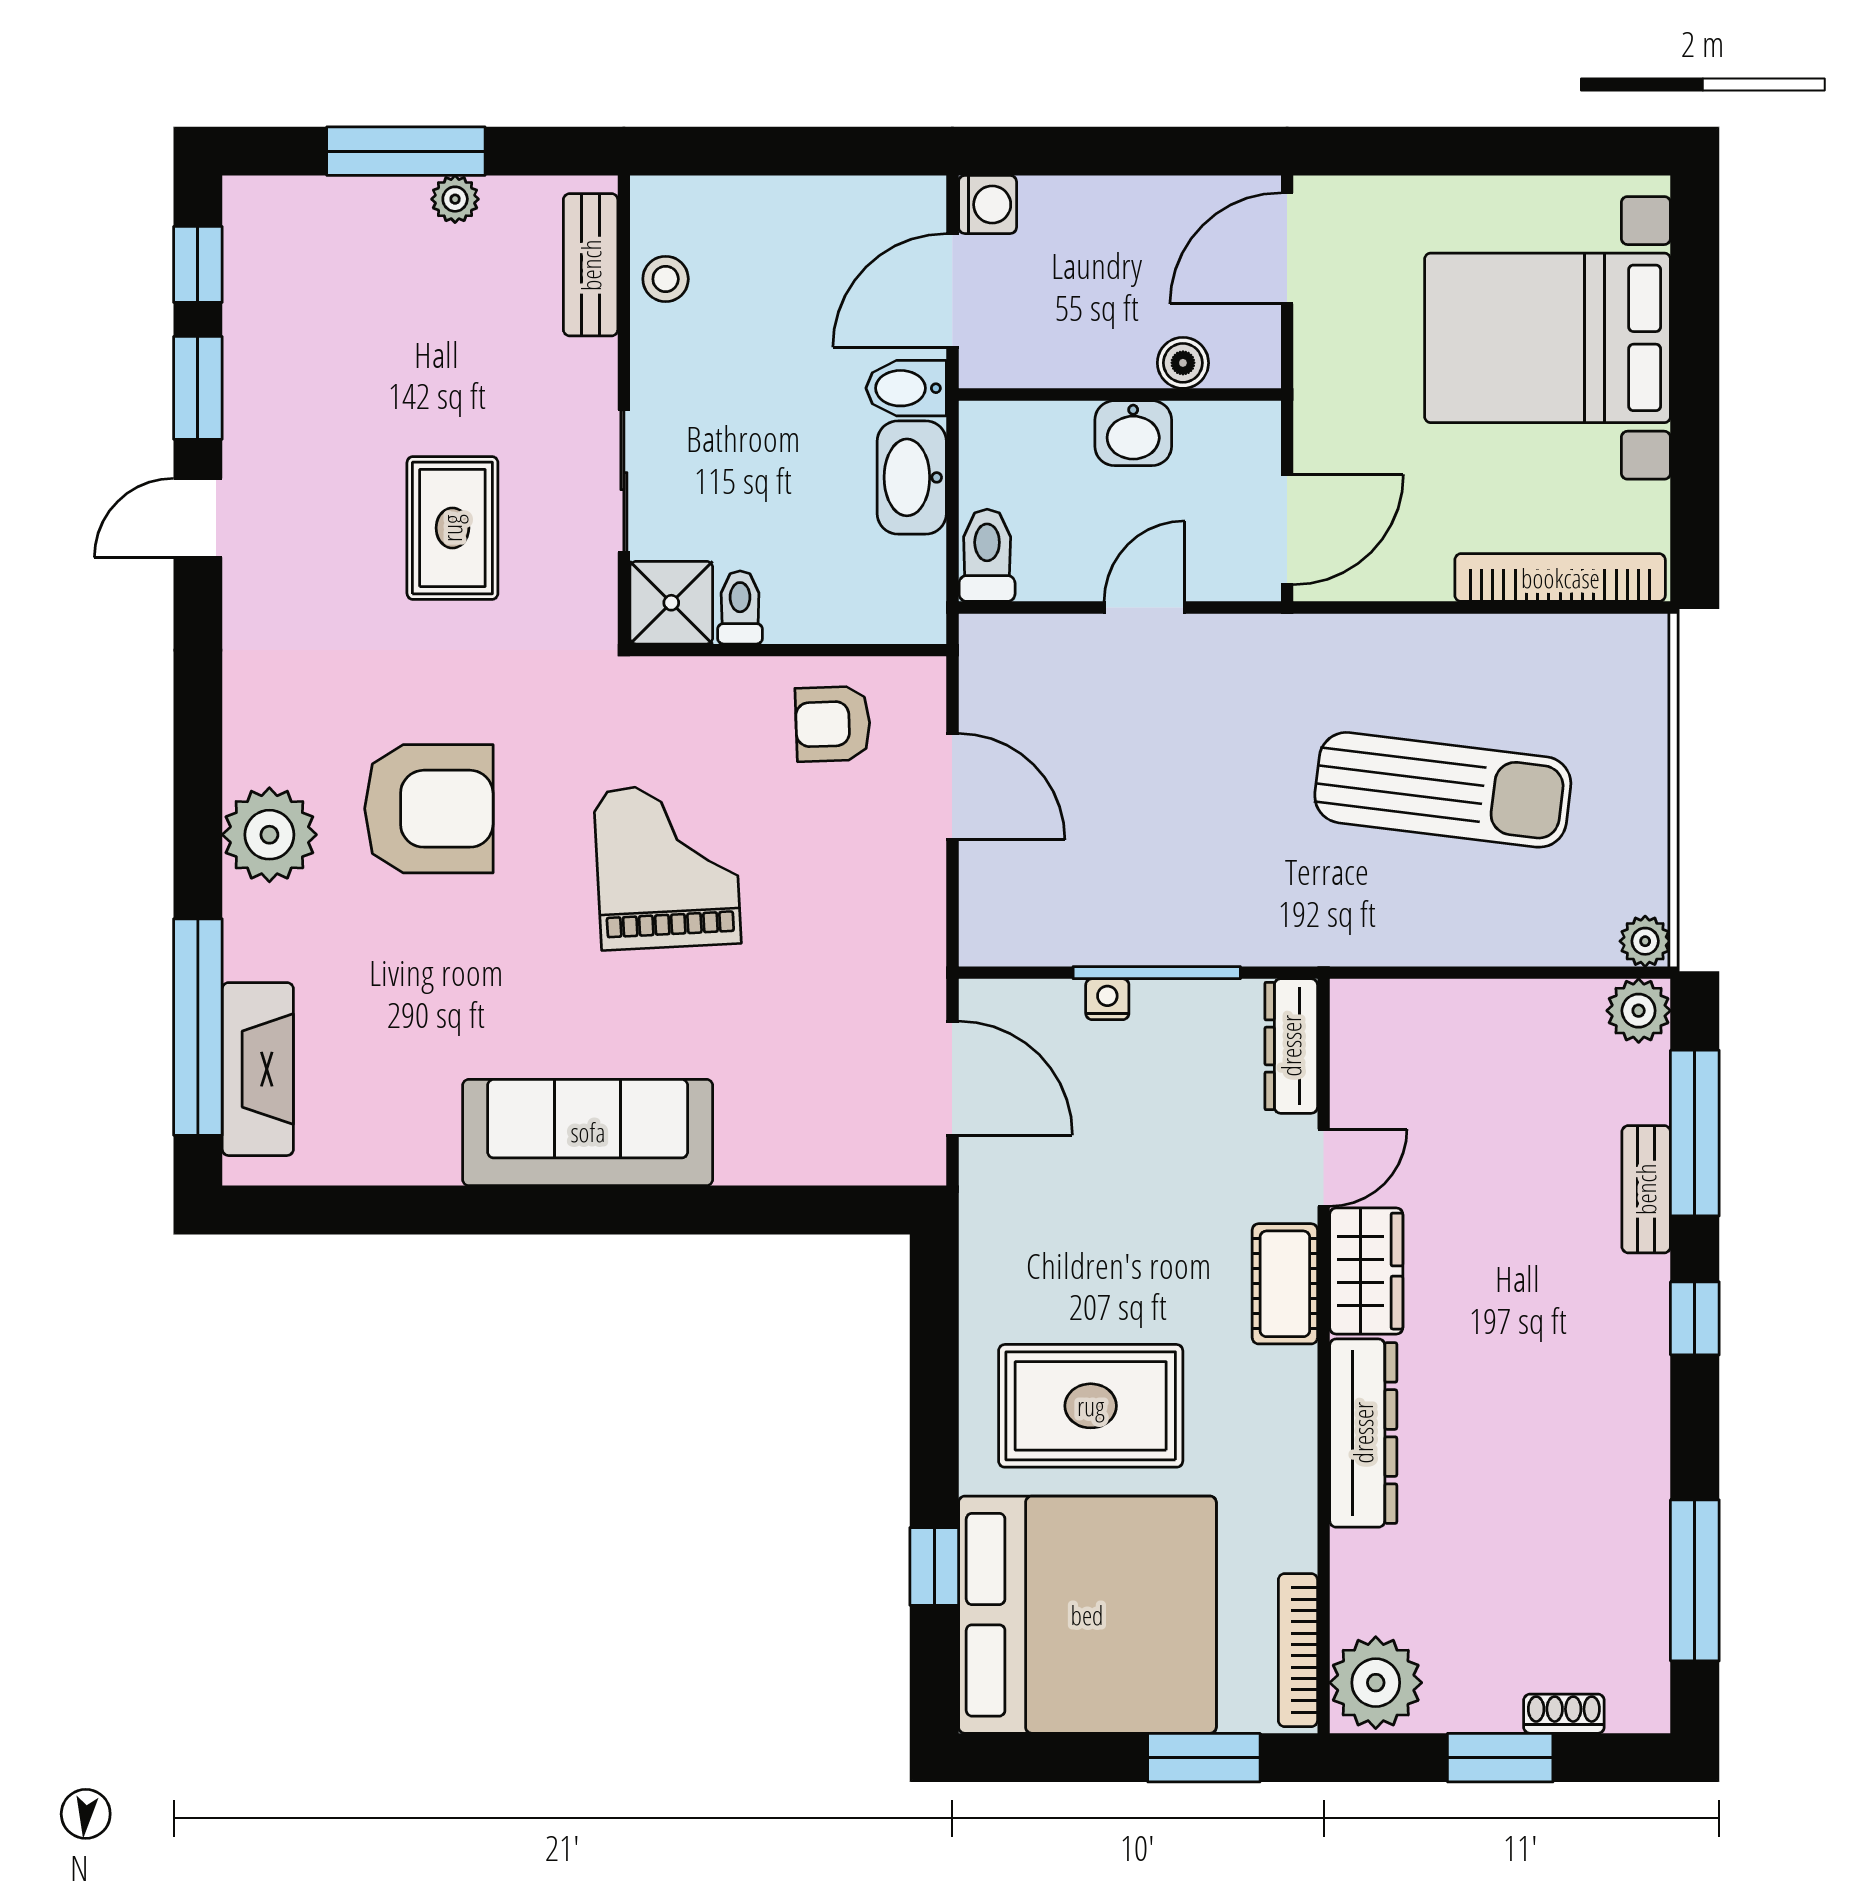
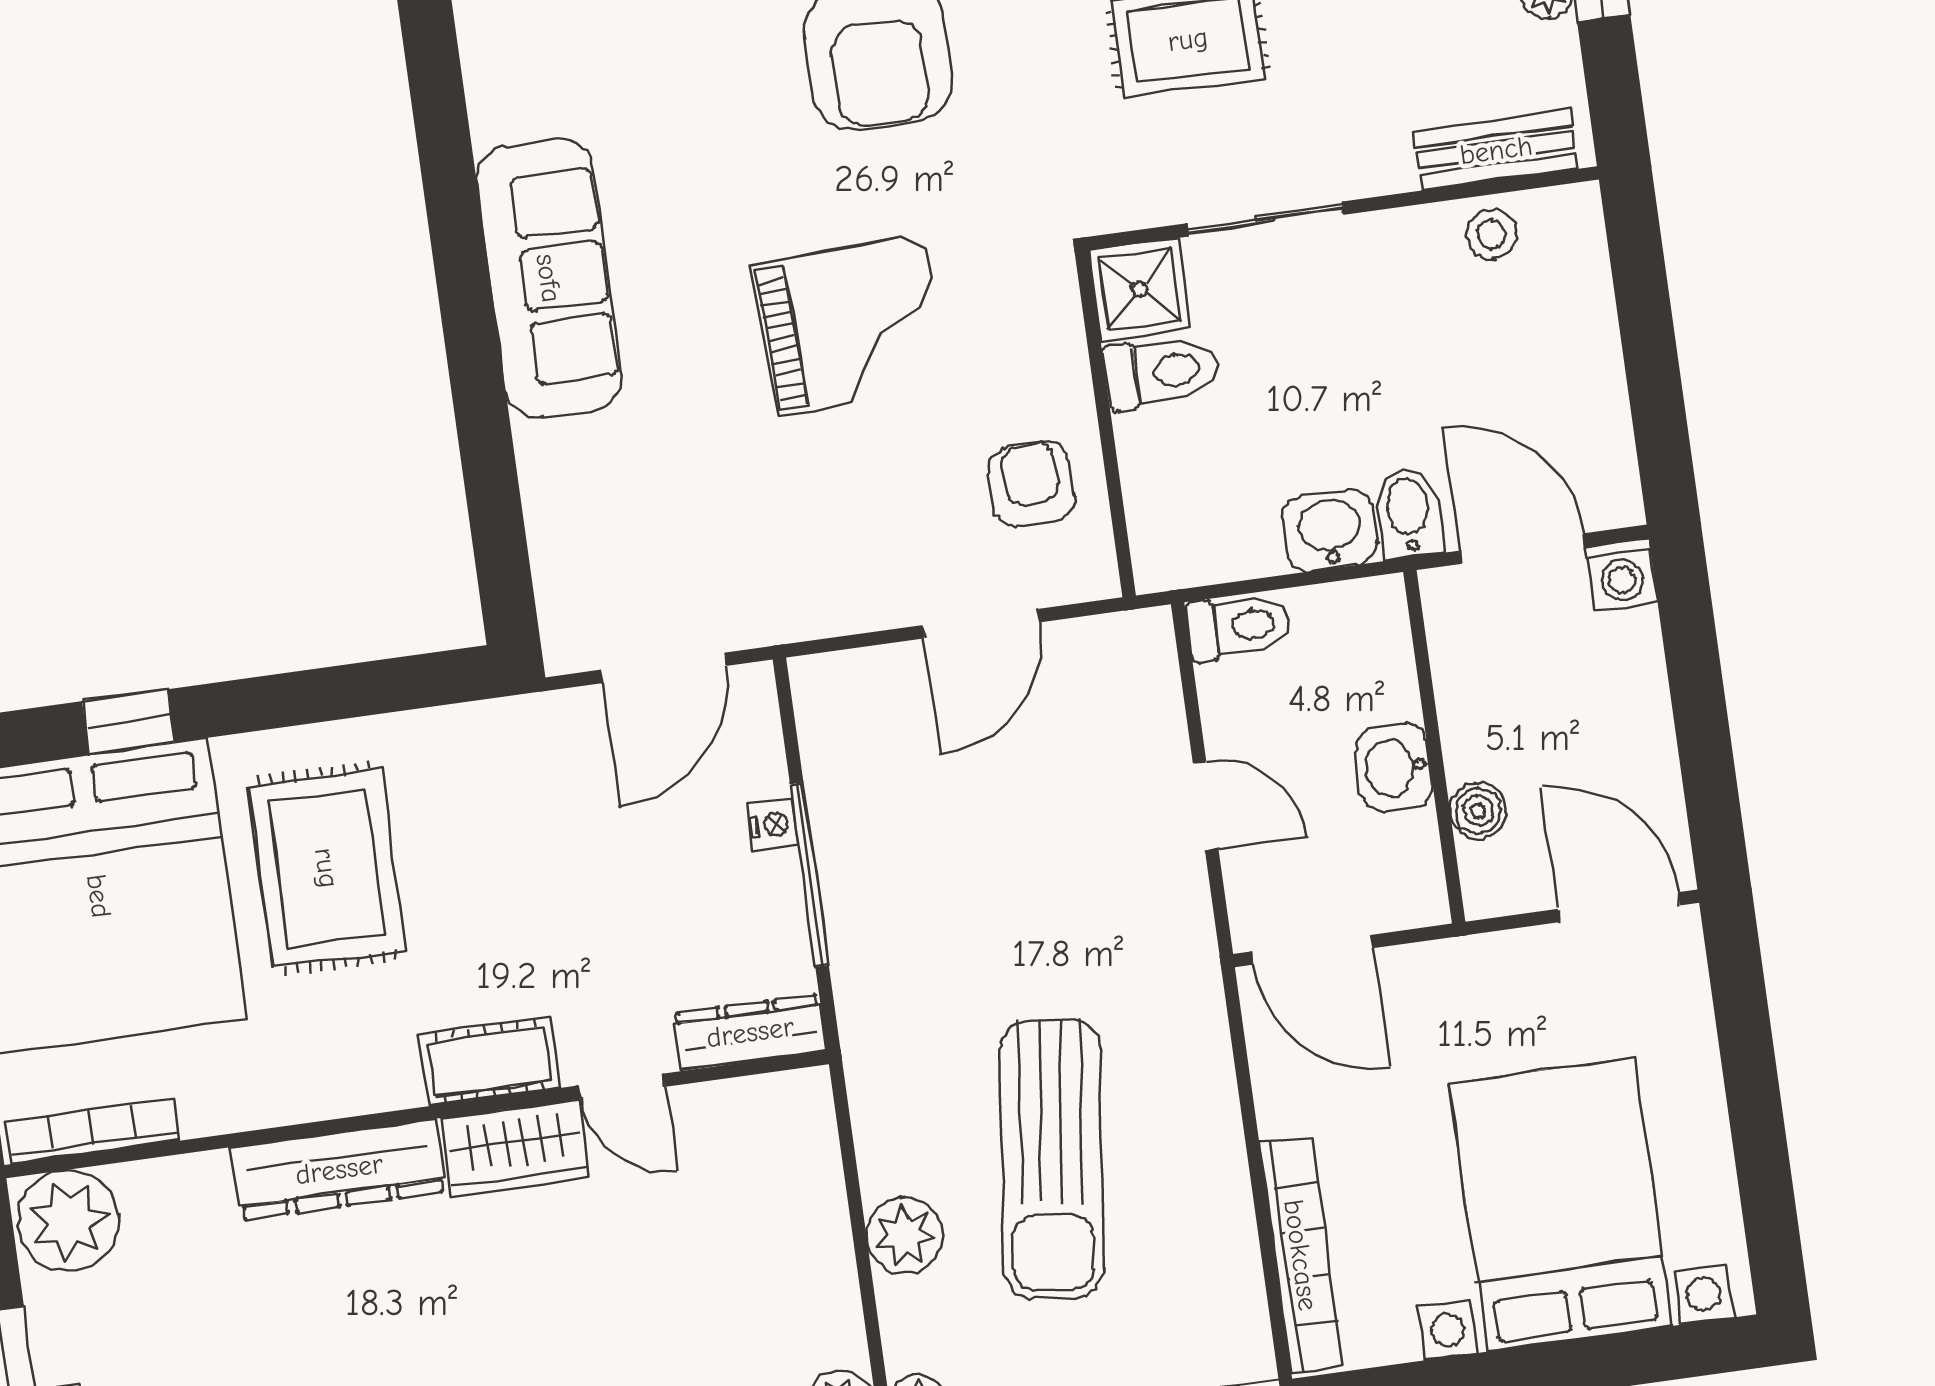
washbasin: (912, 477) -> (1329, 530), width x0.72
toilet: (740, 607) -> (1161, 372), width x1.37, depth x1.39
plant: (1493, 932) -> (905, 1235), added

